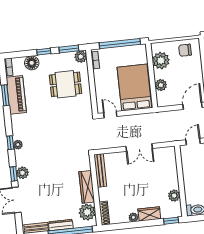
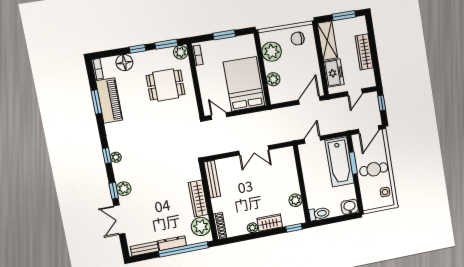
window: (120, 44) -> (224, 35), width x0.47

